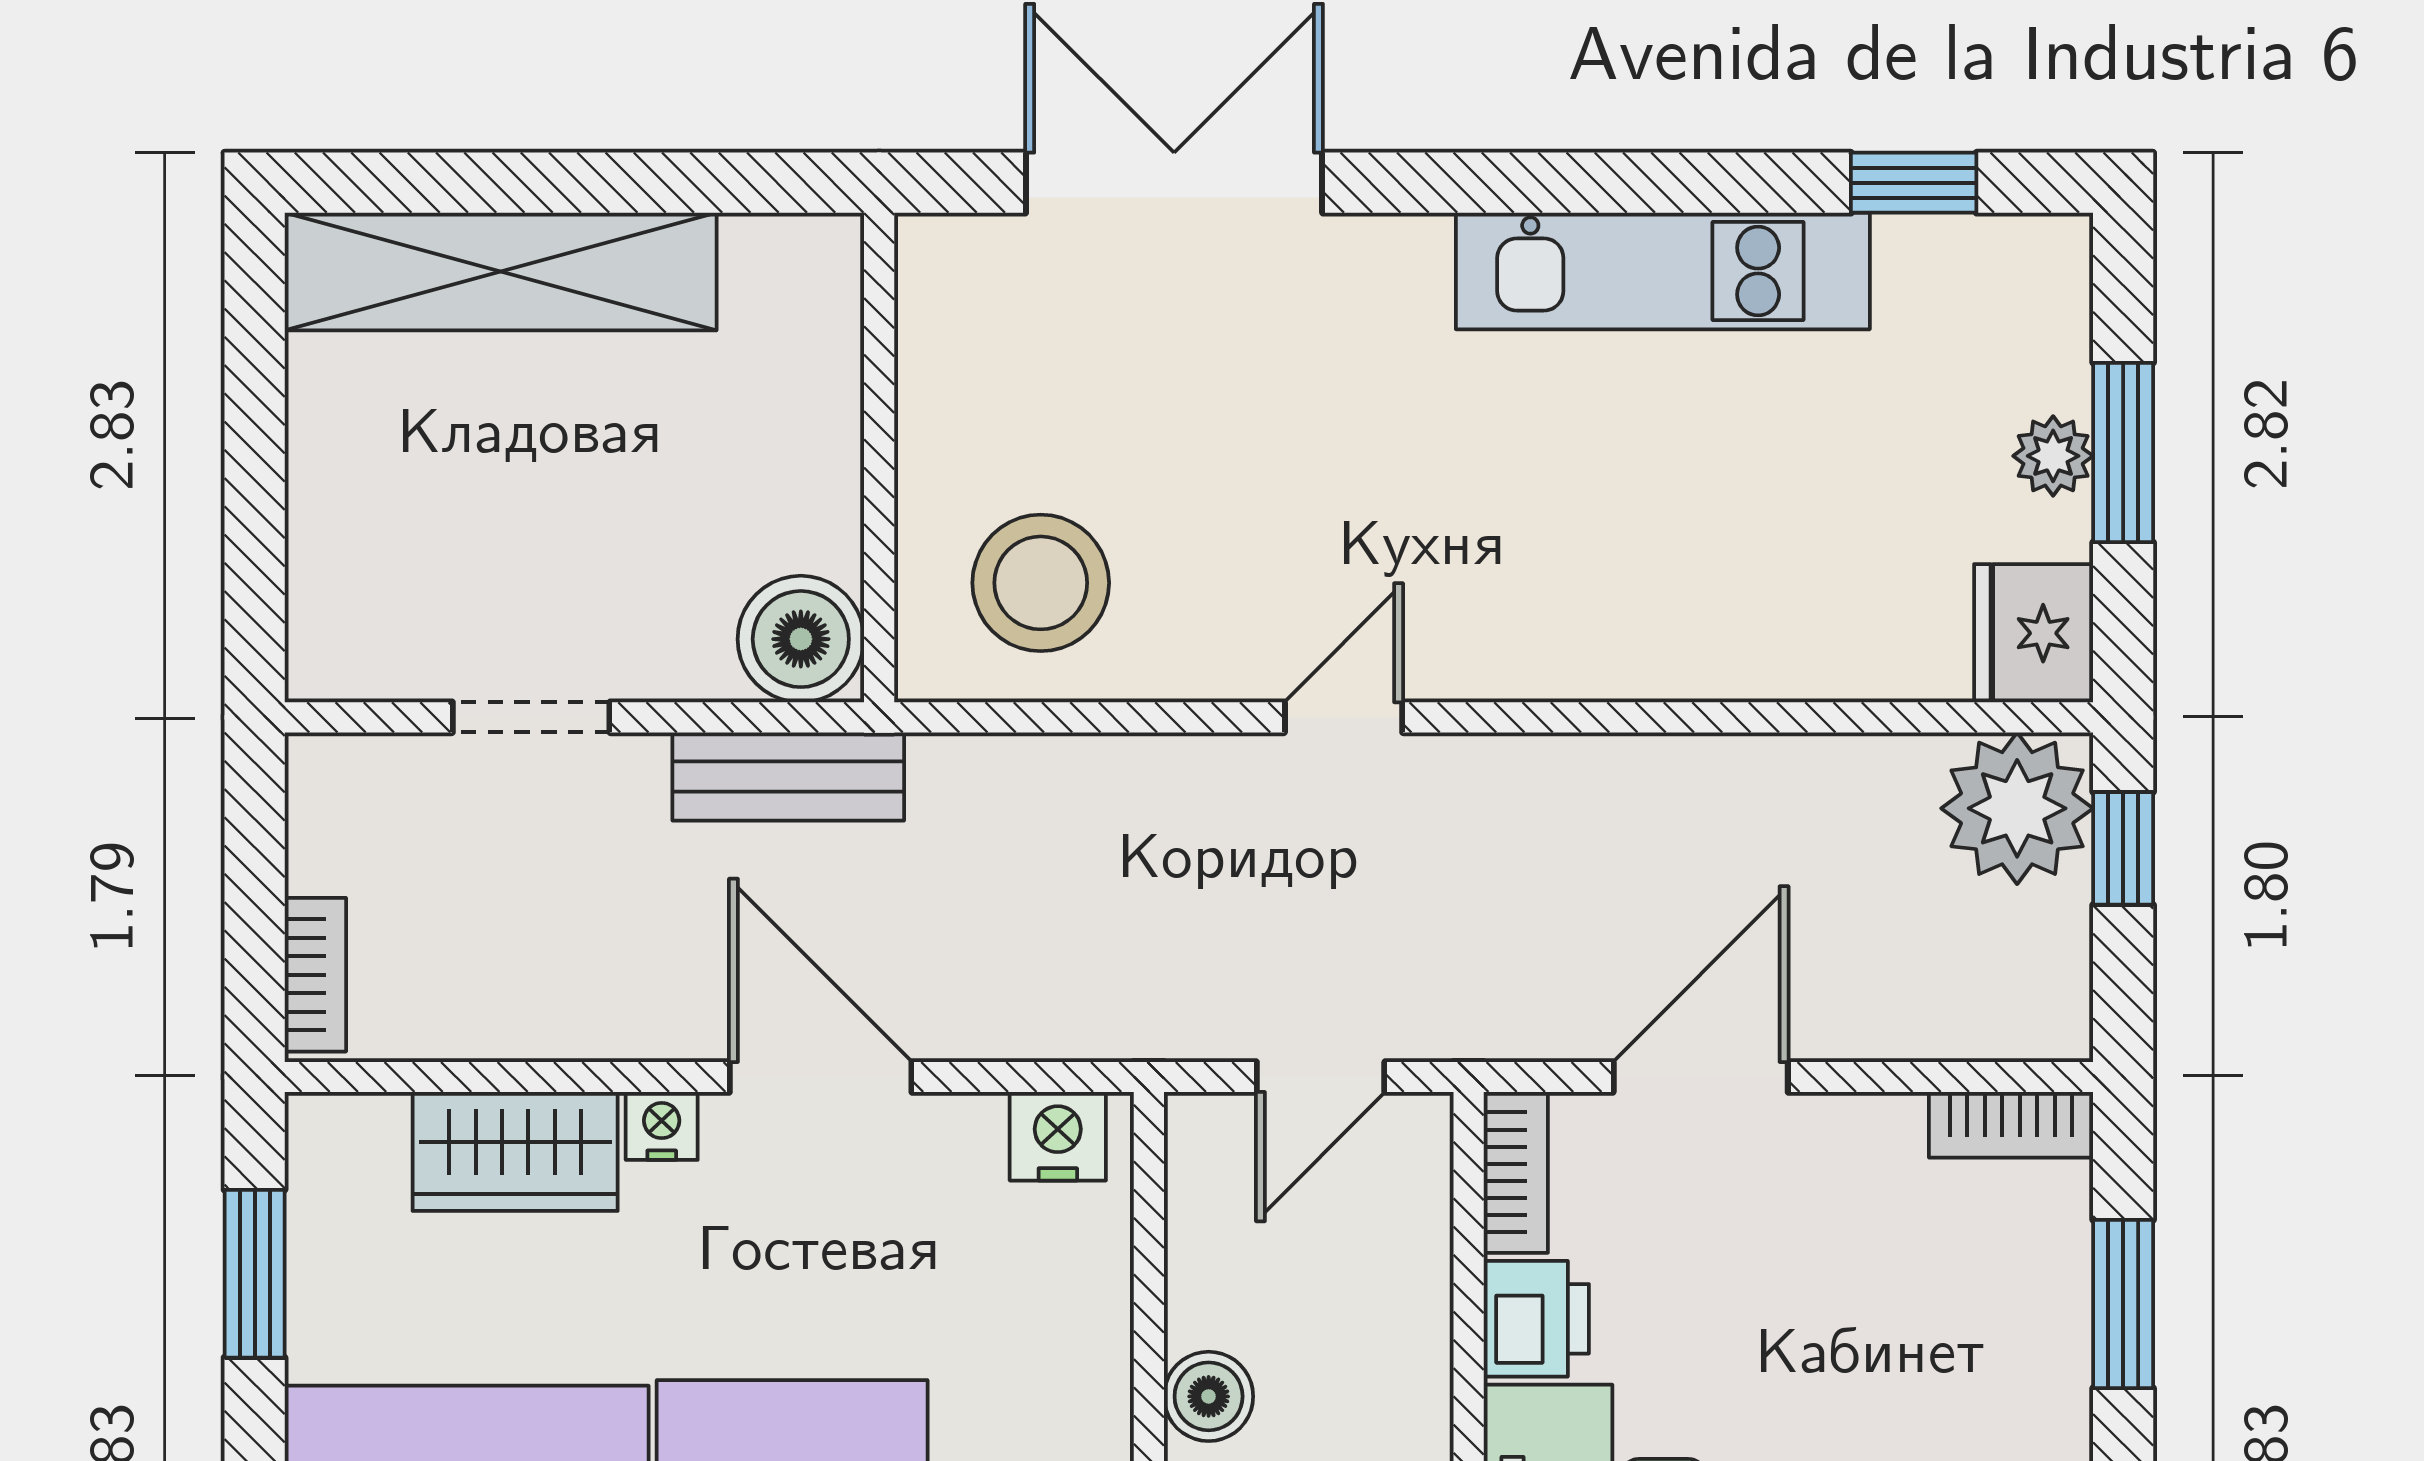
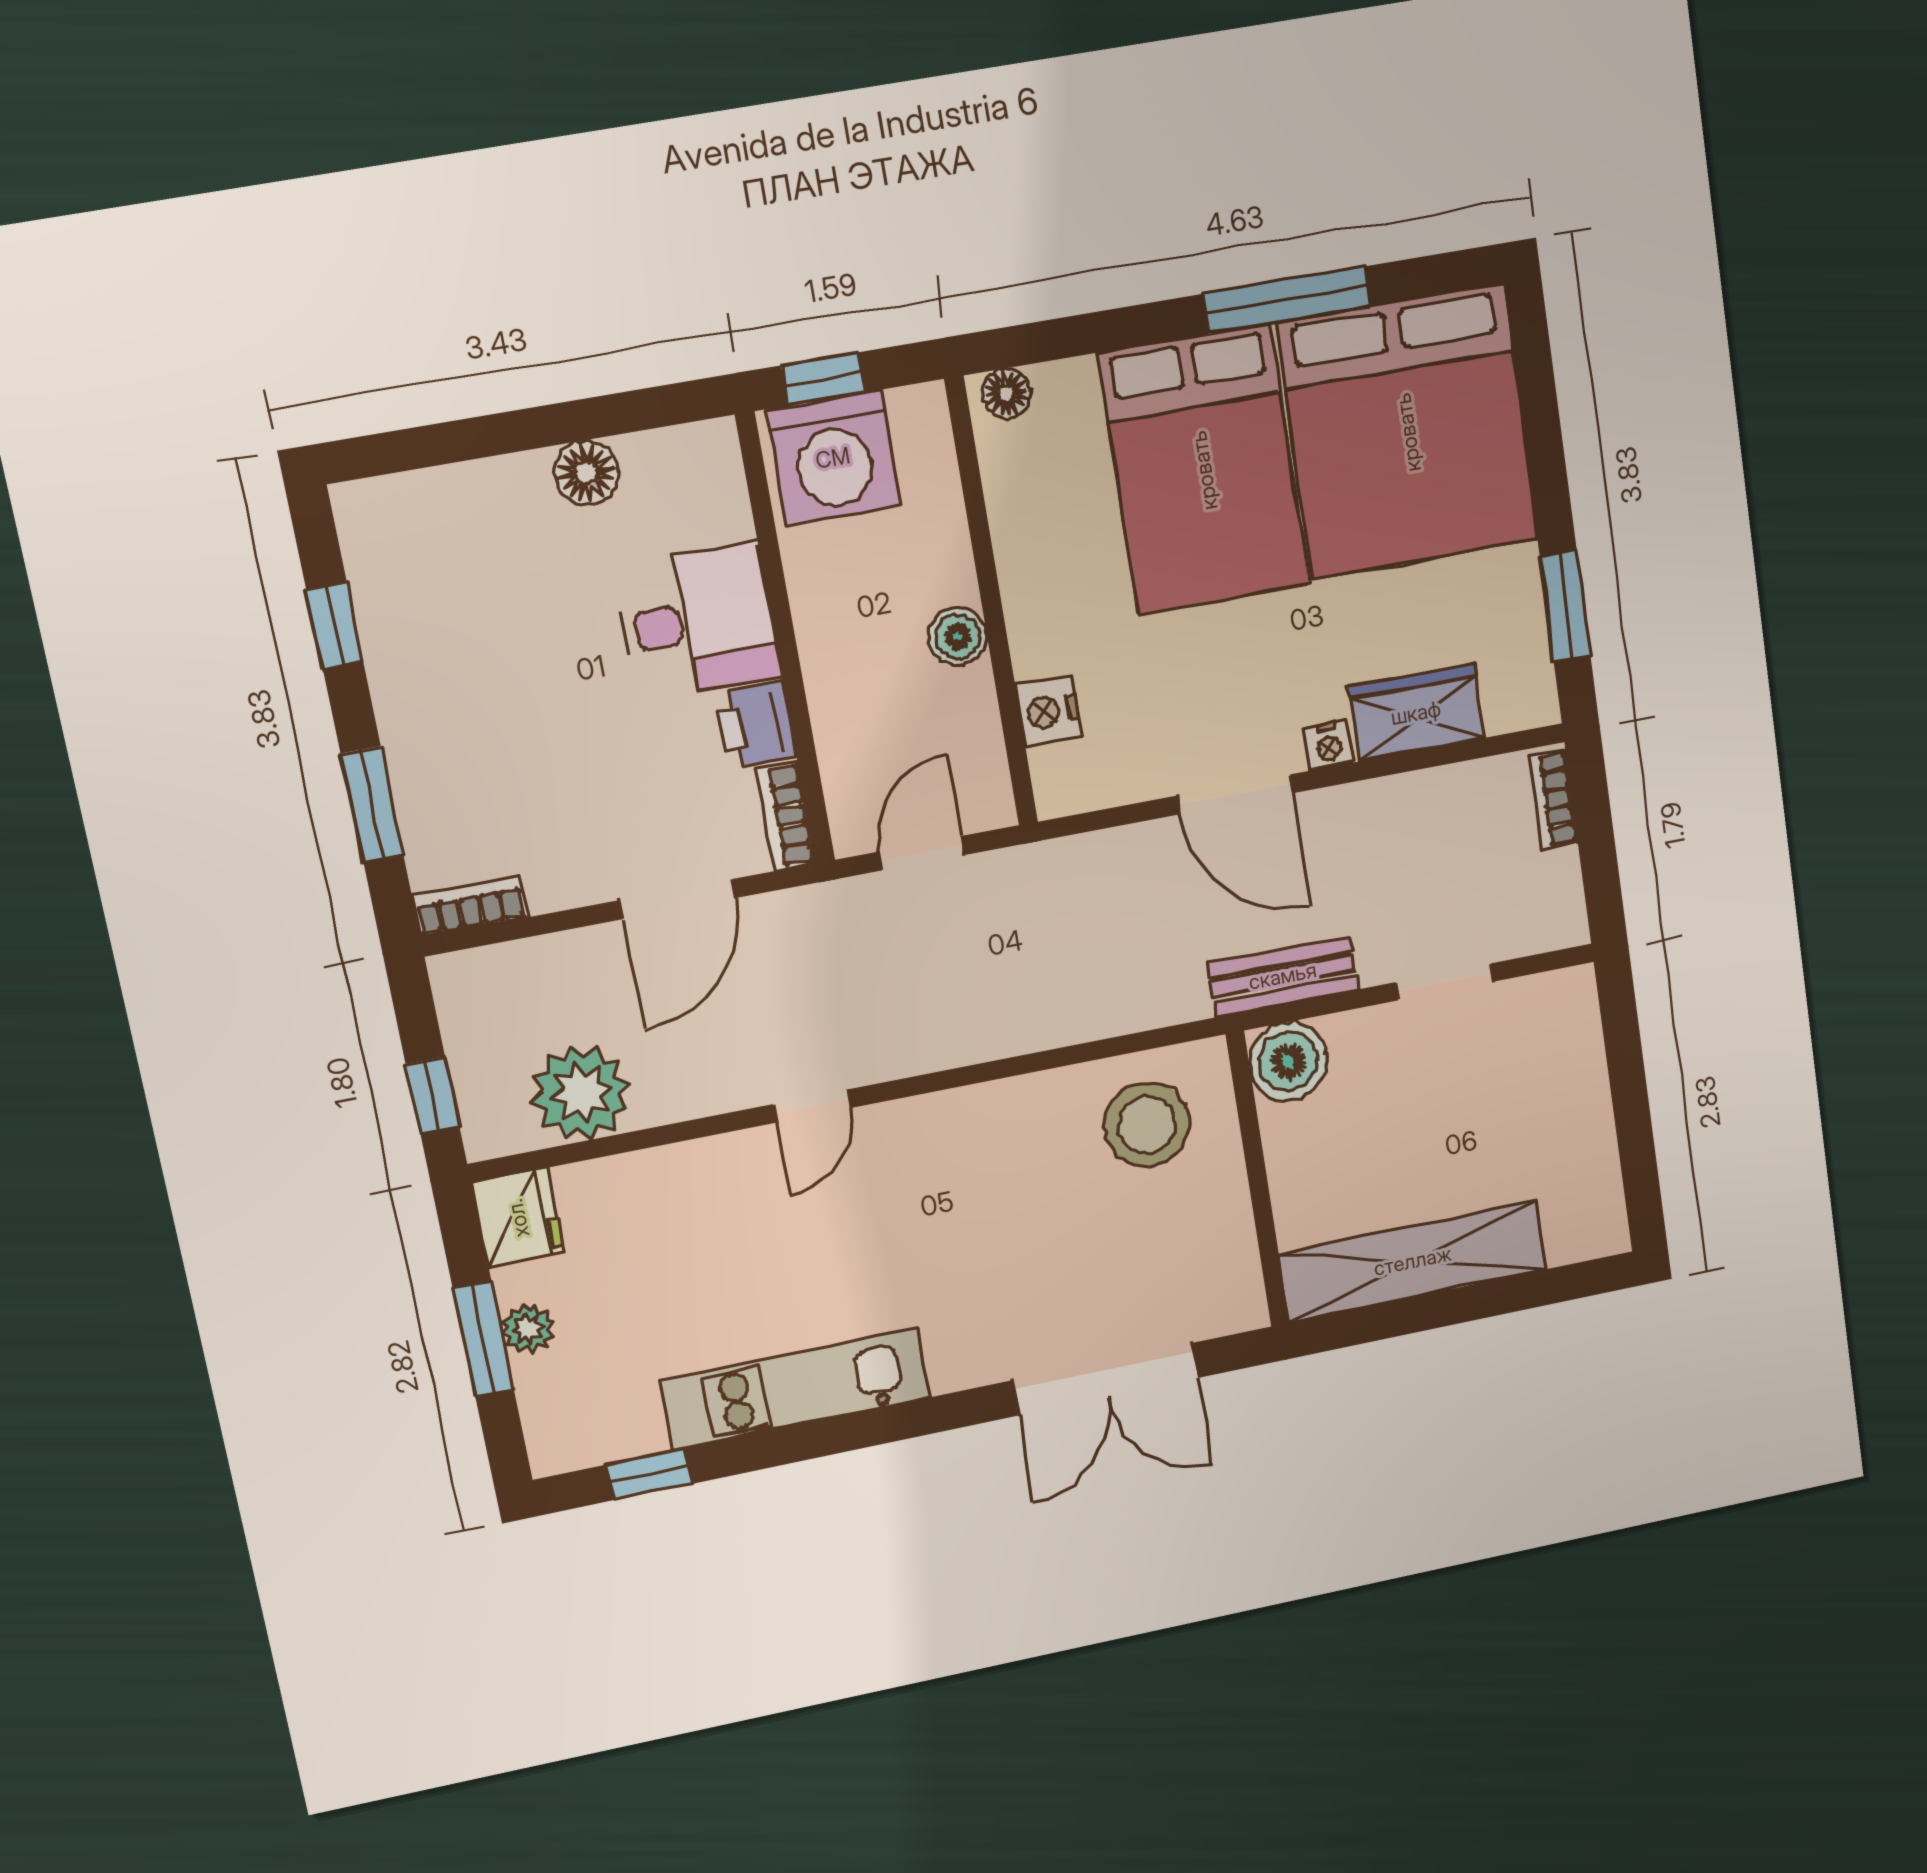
shelving: (501, 272) -> (1413, 1261), moved
door: (1344, 717) -> (812, 1106), moved
plant: (2017, 808) -> (581, 1093), moved
nightstand: (1058, 1136) -> (1048, 711), moved, turned 90

